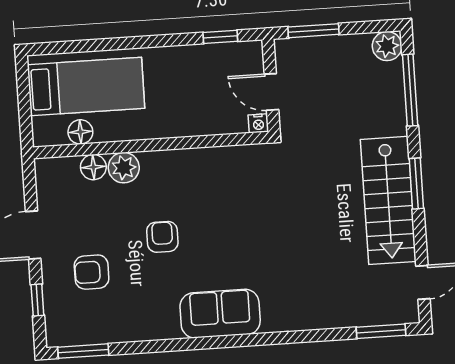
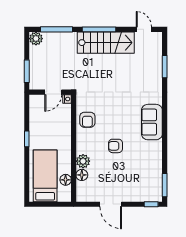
window: (220, 37) -> (27, 139), moved
window: (416, 184) -> (99, 29), width x1.44
armchair: (92, 272) -> (87, 120), moved
window: (37, 300) -> (151, 204), moved
window: (381, 331) -> (165, 67), moved

